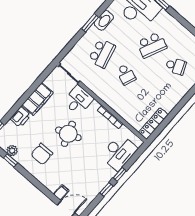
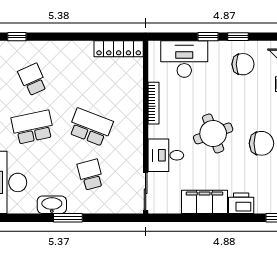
school desk: (152, 45) -> (33, 127), turned -36
school desk: (102, 53) -> (90, 175), width x0.54
school desk: (126, 74) -> (90, 127), width x1.85
chair: (90, 180) -> (243, 64), added

